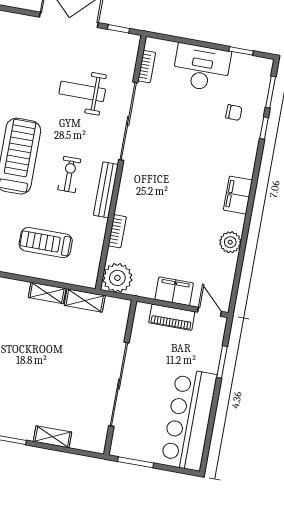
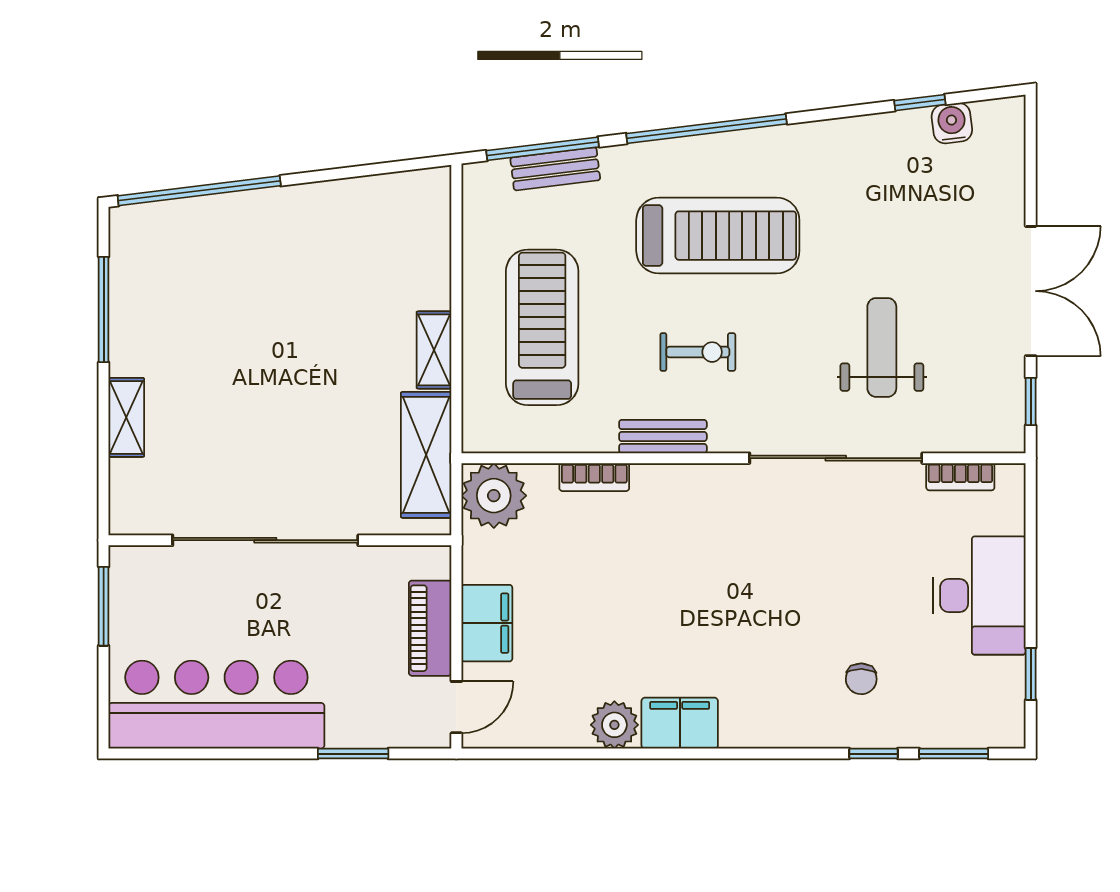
chair: (234, 113) -> (861, 679), moved
bench: (106, 190) -> (663, 437), width x0.73
filing cabinet: (238, 195) -> (680, 723), moved
treadmill: (46, 243) -> (542, 327), width x1.37, depth x1.38
shelving: (85, 300) -> (426, 455), width x1.50, depth x1.33

